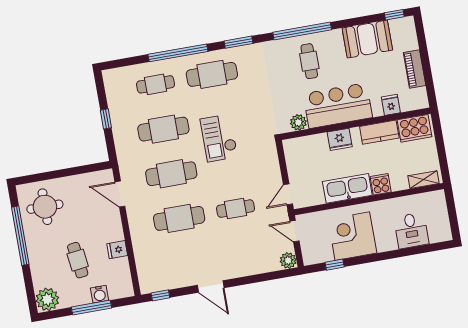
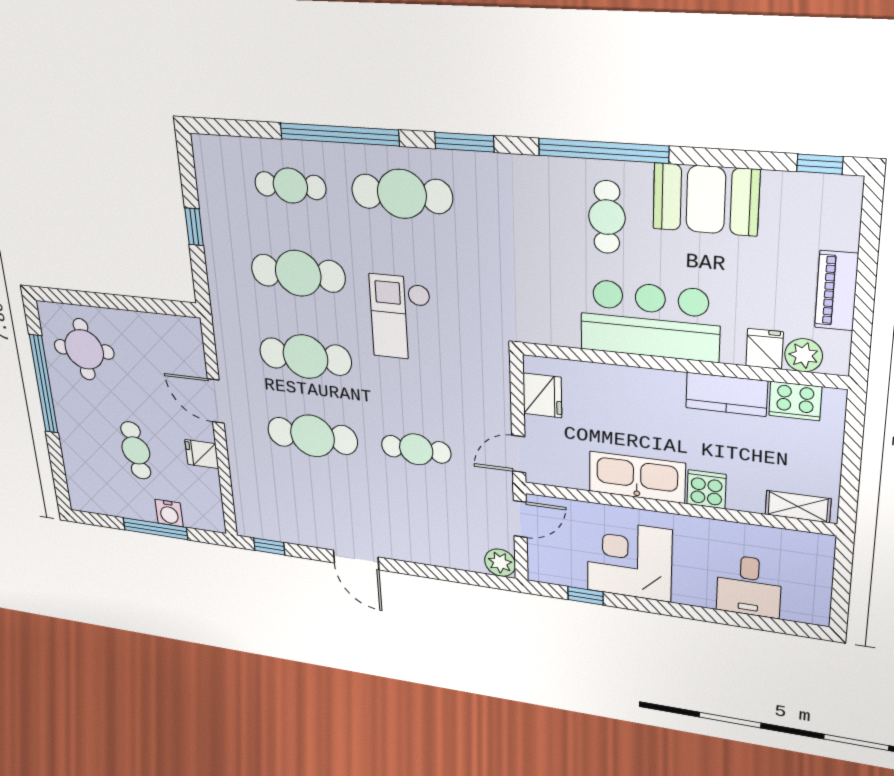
booth: (367, 39) -> (706, 199), moved
plant: (298, 122) -> (804, 355), moved
cooker: (414, 128) -> (795, 401), width x0.73, depth x0.76
fridge: (340, 139) -> (542, 395), moved, turned -90
door: (120, 194) -> (216, 401), moved
door: (294, 231) -> (520, 519), swing flipped
plant: (47, 299) -> (86, 495), removed

